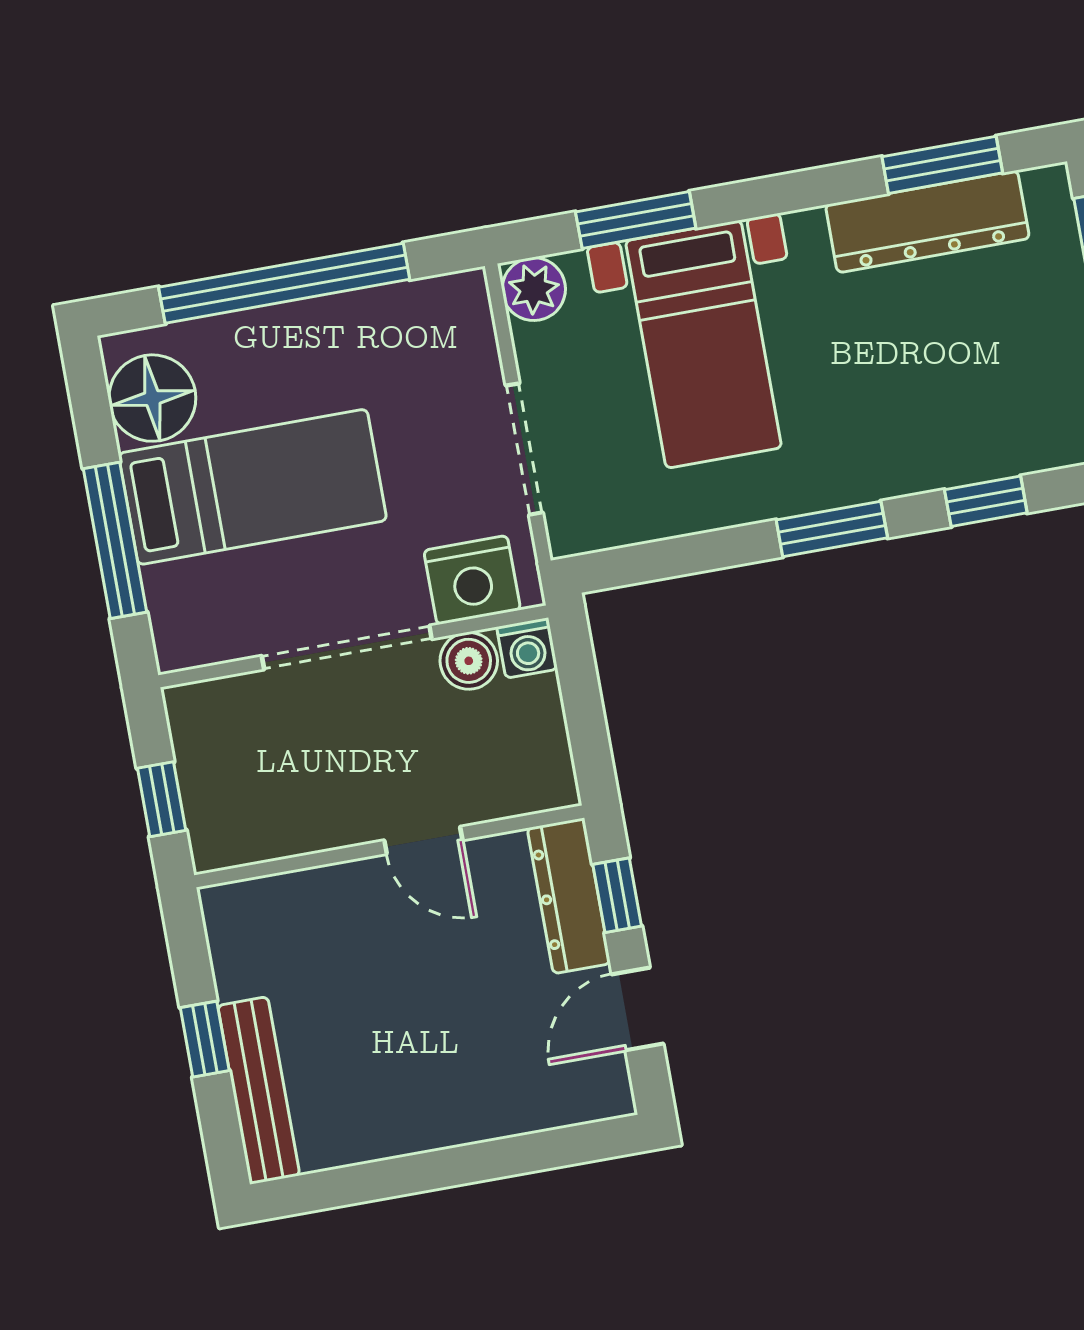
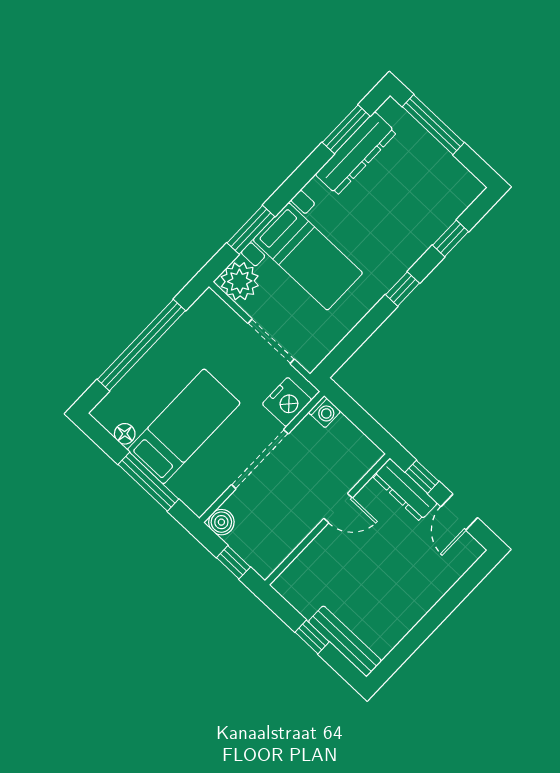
plant: (534, 289) -> (240, 281), width x1.36, depth x1.36
floor lamp: (152, 398) -> (125, 434), width x0.53, depth x0.53
window: (832, 529) -> (403, 289), width x0.67
boiler: (469, 661) -> (221, 522), moved

